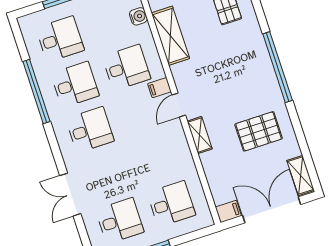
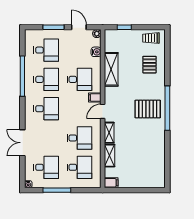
pallet: (259, 131) -> (148, 109), moved
desk: (156, 158) -> (79, 138), added
shelving: (301, 175) -> (109, 156), moved
double door: (272, 210) -> (137, 190), removed

